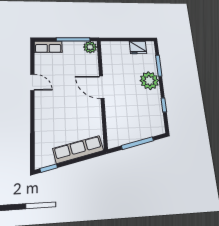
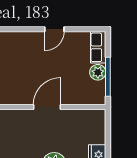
plant: (90, 47) -> (98, 72), moved

